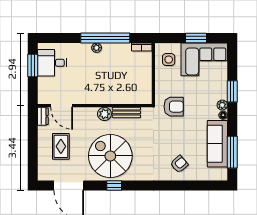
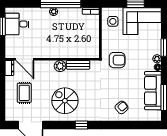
spiral stairs: (110, 156) -> (65, 101), width x0.73, depth x0.73
window: (114, 186) -> (81, 125), moved

